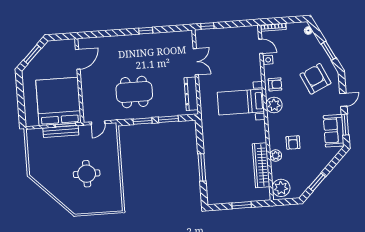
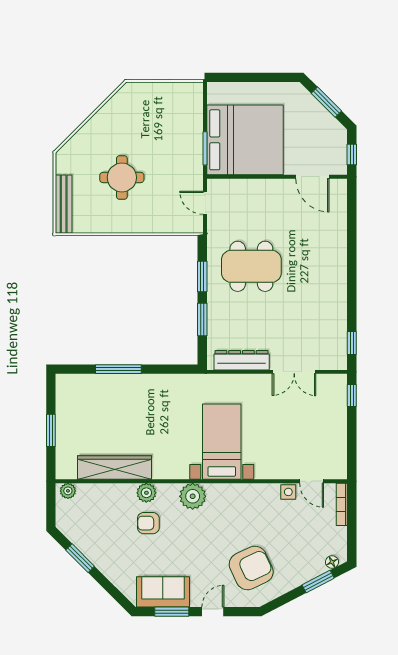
window: (146, 31) -> (352, 343), moved
window: (63, 37) -> (352, 154), added
door: (261, 46) -> (312, 481), hinge flipped
window: (329, 51) -> (318, 582), moved
armchair: (275, 84) -> (247, 500), removed
dining table: (134, 92) -> (251, 266), turned 90
door: (343, 100) -> (213, 612), swing flipped
plant: (274, 105) -> (193, 496), moved
bench: (61, 131) -> (64, 204), moved
plant: (276, 156) -> (146, 493), moved
plant: (281, 188) -> (68, 491), width x0.53, depth x0.53

